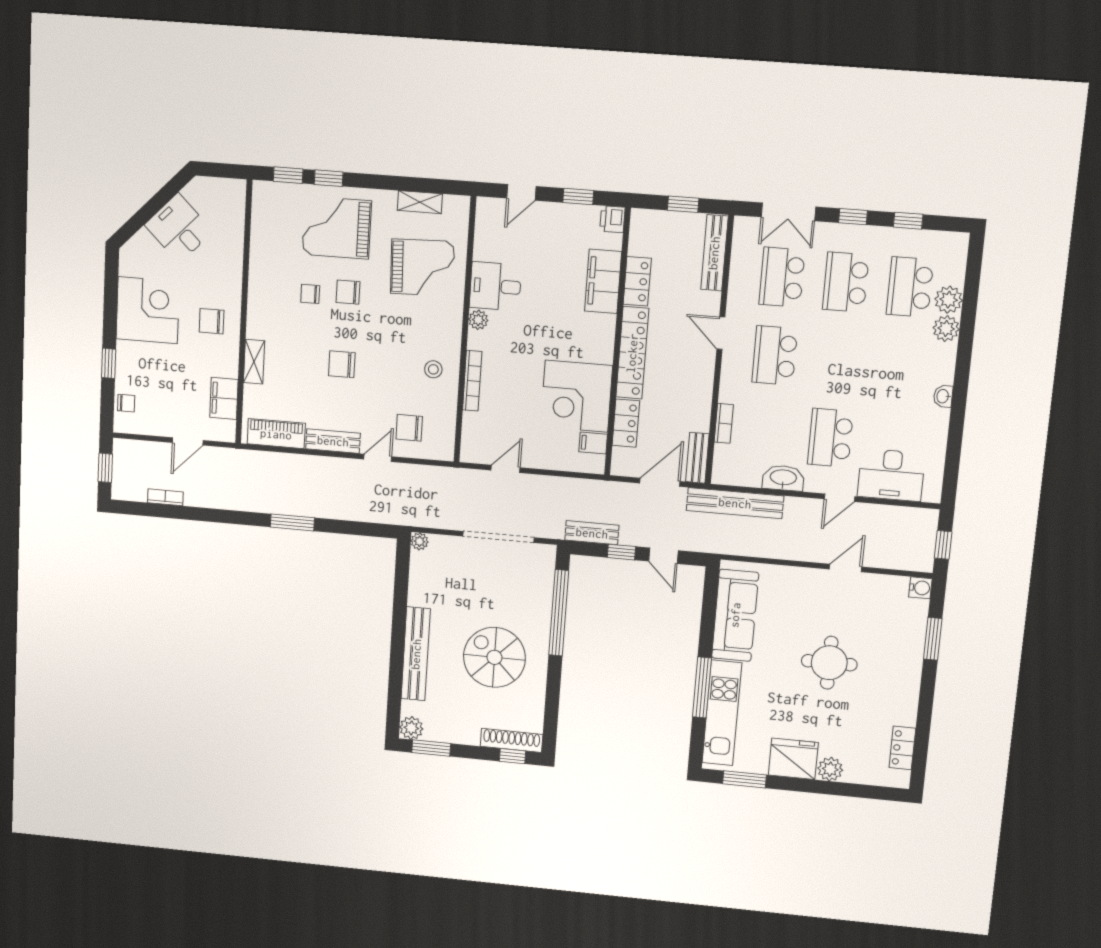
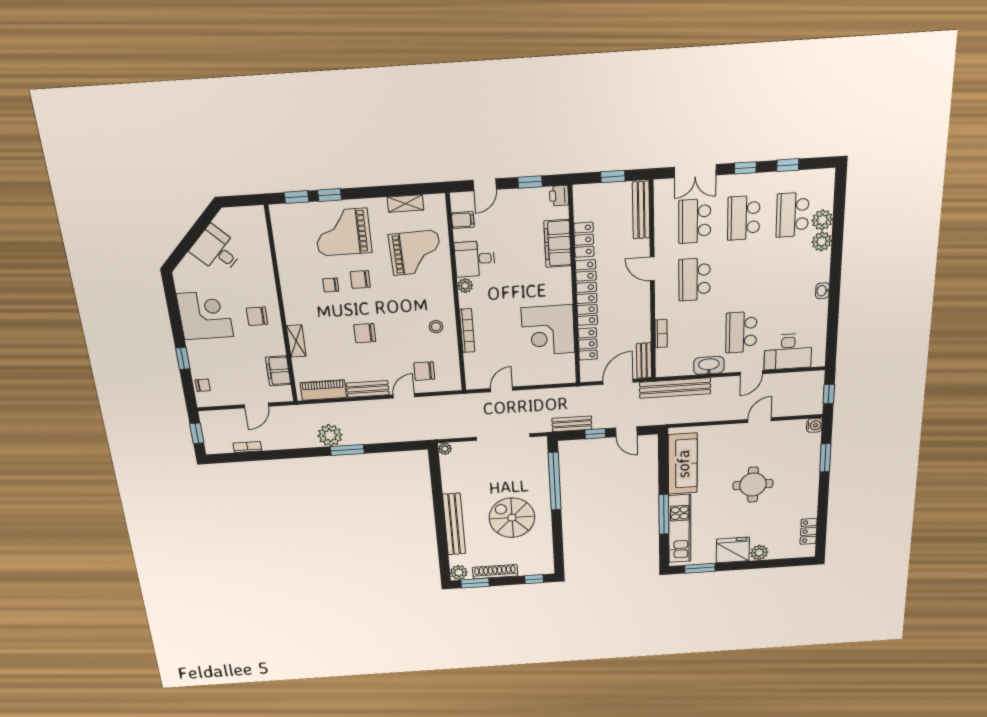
filing cabinet: (593, 443) -> (463, 220), moved, turned 180
plant: (274, 498) -> (330, 435), added
shoe rack: (512, 740) -> (495, 572), moved

